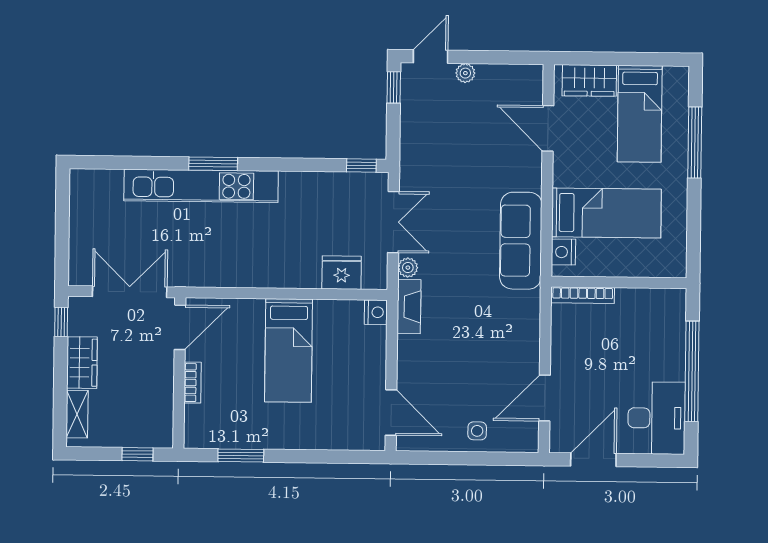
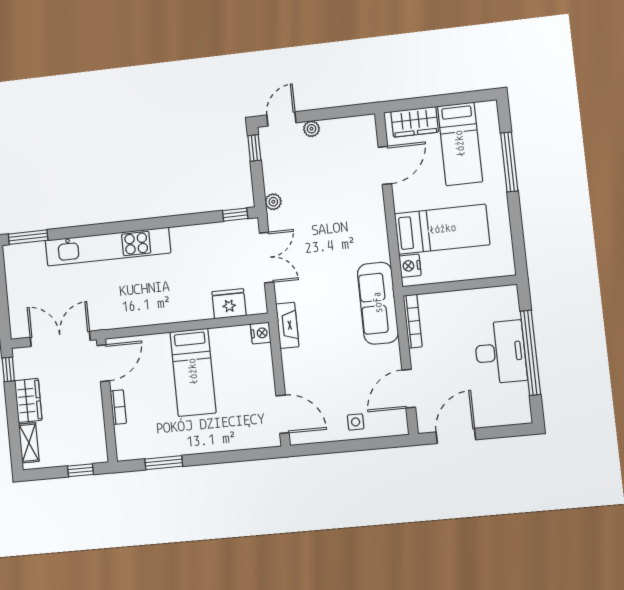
door: (548, 128) -> (385, 165), swing flipped
window: (213, 164) -> (28, 237), moved
sofa: (521, 241) -> (378, 303), moved
plant: (408, 268) -> (273, 202), moved
bookcase: (583, 295) -> (413, 321), moved, turned -90
desk: (657, 418) -> (500, 352), moved

